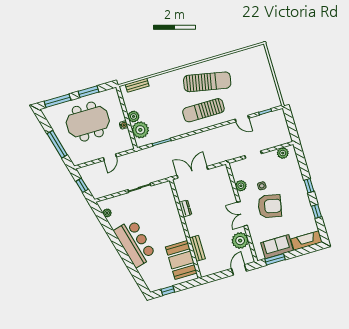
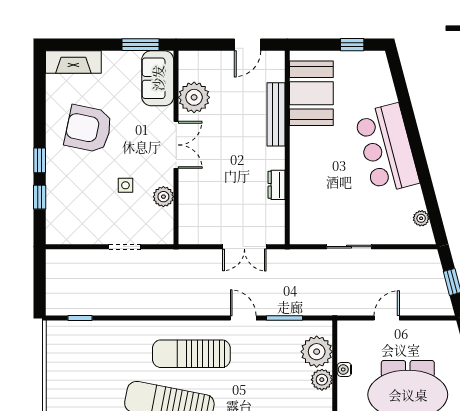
sun lounger: (203, 110) -> (191, 354), turned 180
door: (242, 119) -> (243, 318), moved
plant: (283, 153) -> (70, 234), removed
double door: (192, 172) -> (244, 247), width x0.73
armchair: (270, 206) -> (88, 129), moved
window: (316, 211) -> (40, 197), moved
sofa: (277, 247) -> (158, 78), moved, turned 90
bench: (197, 248) -> (276, 114), width x1.36
door: (239, 270) -> (247, 45), moved

